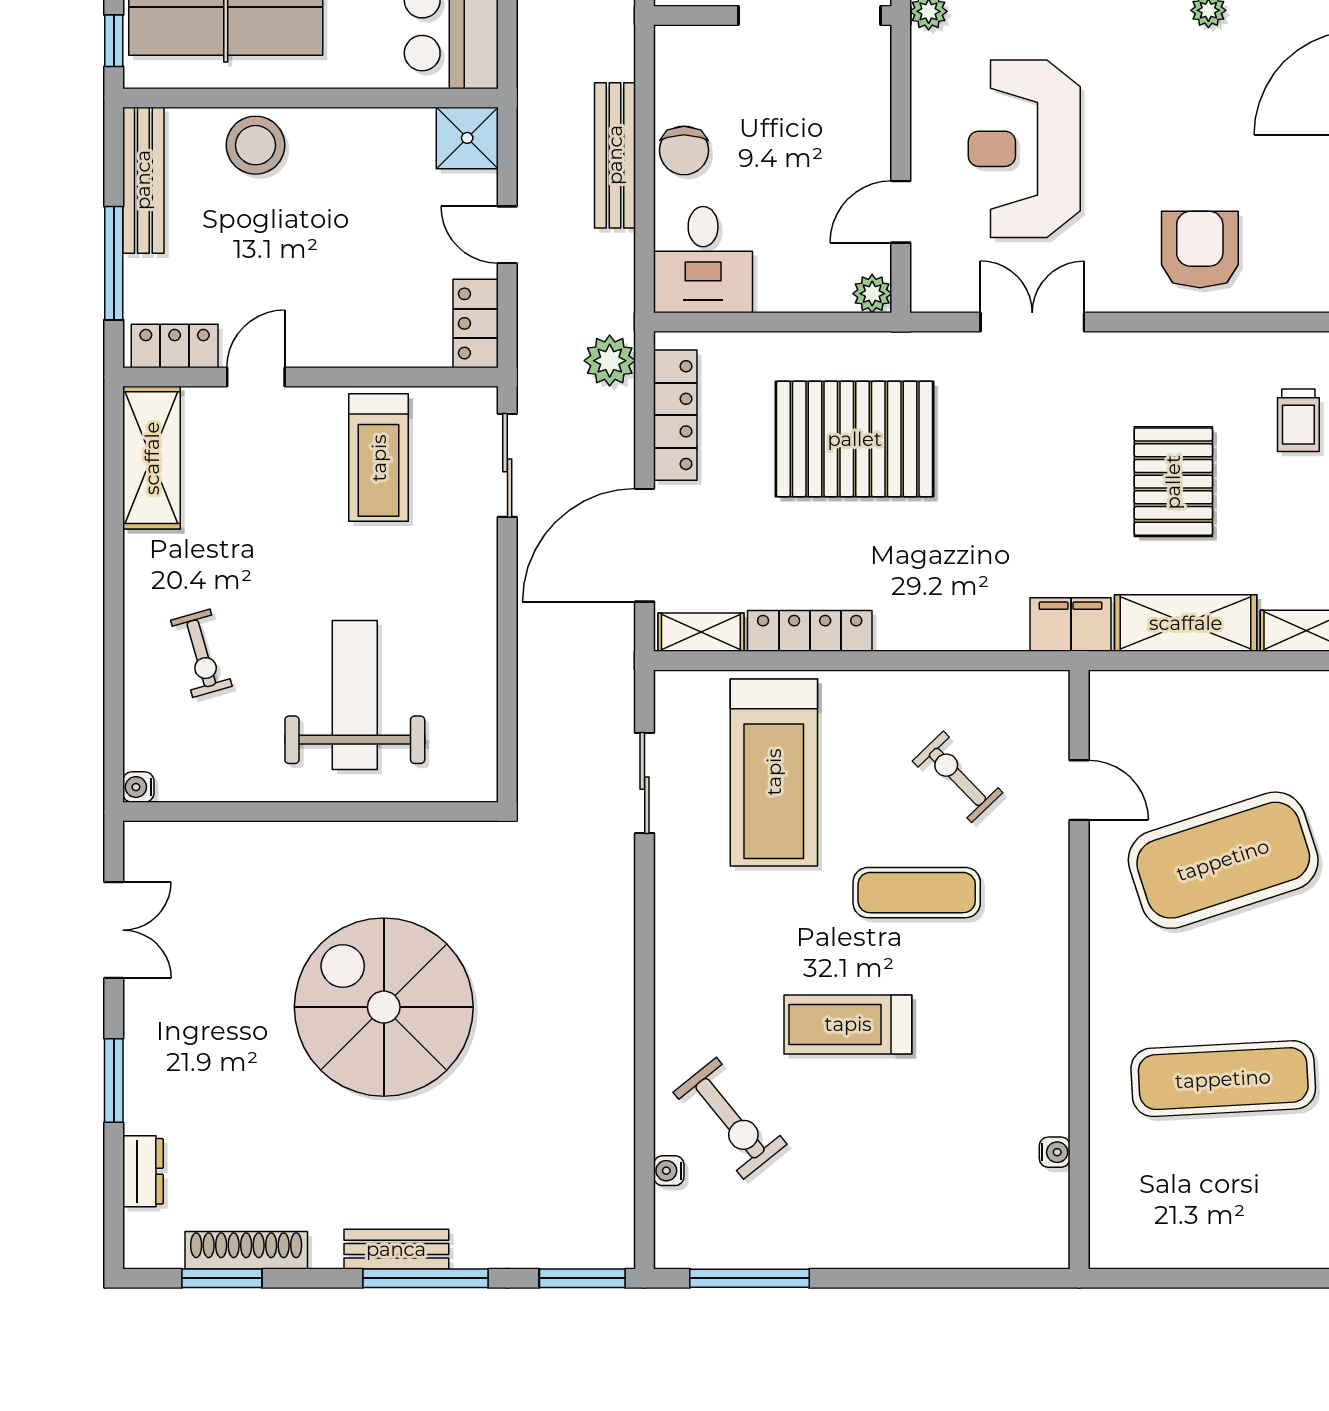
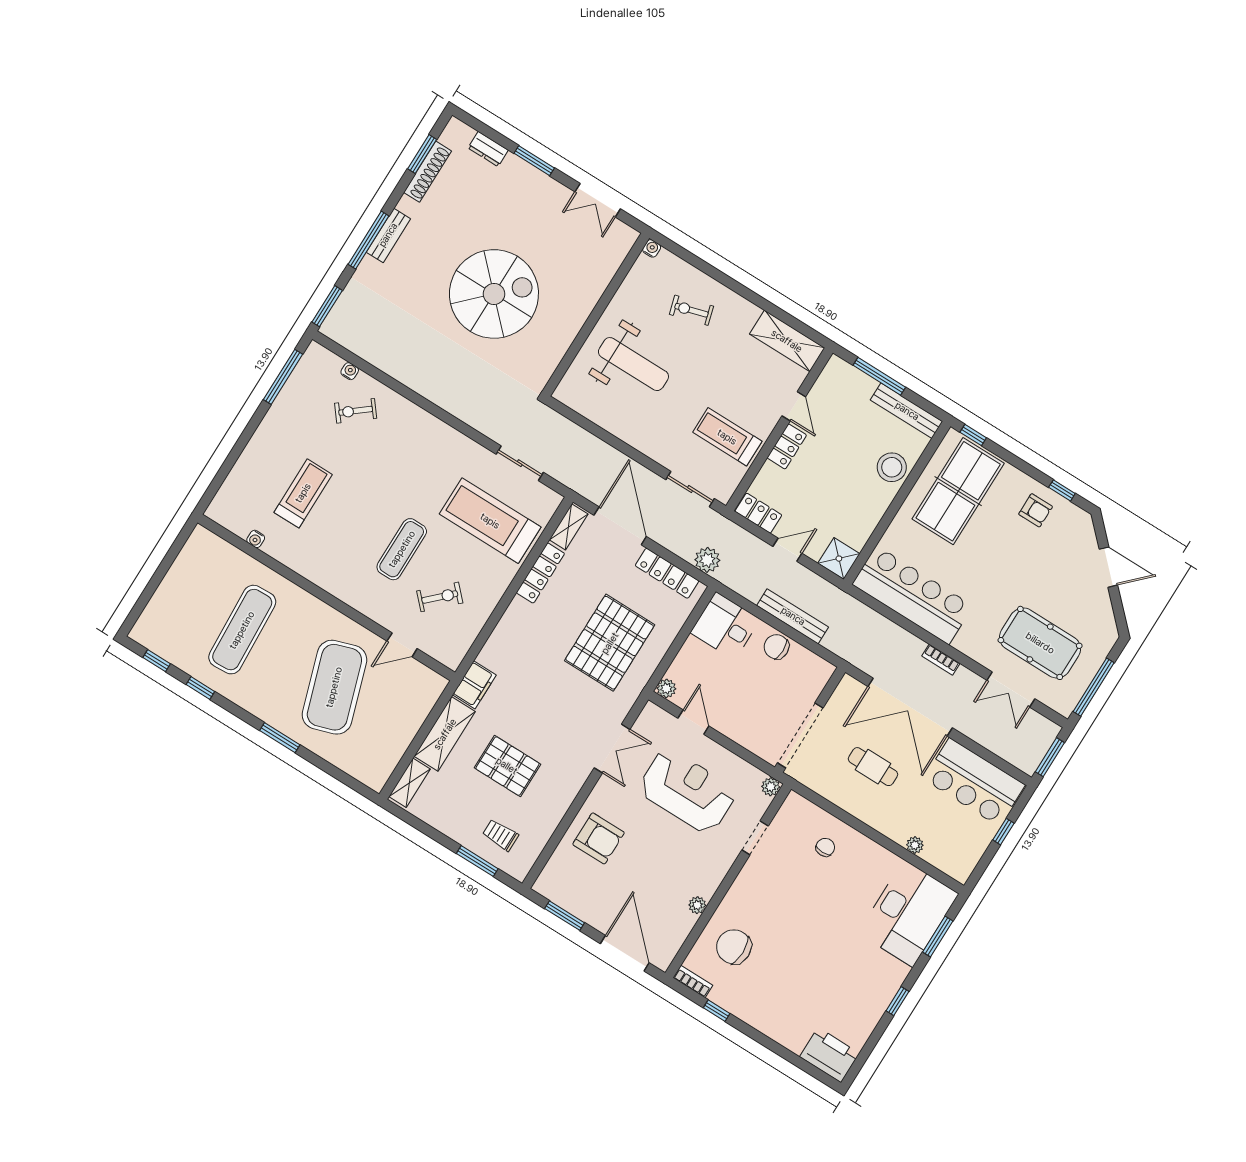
locker: (175, 346) -> (787, 446), moved
treadmill: (848, 1024) -> (303, 493), moved
exercise bike: (730, 1118) -> (356, 411), width x0.73, depth x0.72

